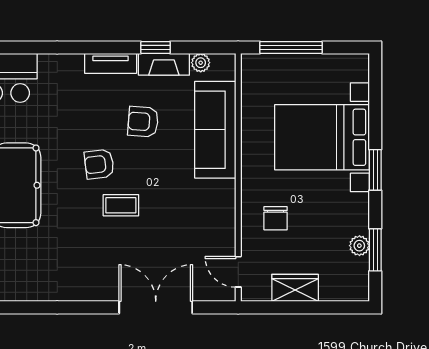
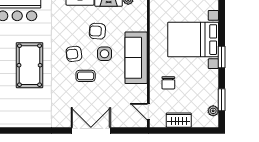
sofa: (215, 130) -> (136, 58), moved
side table: (156, 164) -> (105, 54), added
plant: (359, 246) -> (213, 111), moved
double door: (156, 307) -> (91, 130), moved

